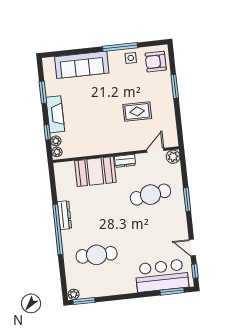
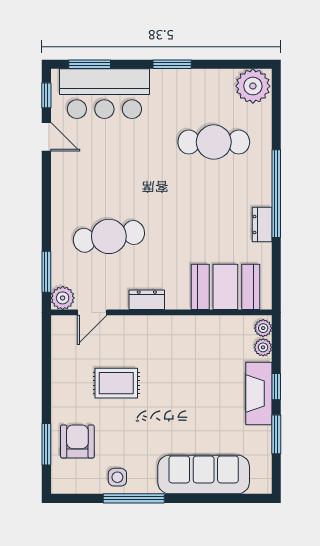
armchair: (156, 62) -> (77, 441), moved, turned -90
window: (175, 86) -> (46, 444), moved
window: (47, 132) -> (276, 387), moved
booth: (95, 172) -> (225, 287), moved
window: (187, 200) -> (46, 272), moved
dresser: (64, 215) -> (262, 225), width x0.70
plant: (74, 294) -> (253, 86), width x1.88, depth x1.88
window: (84, 301) -> (172, 64), moved

